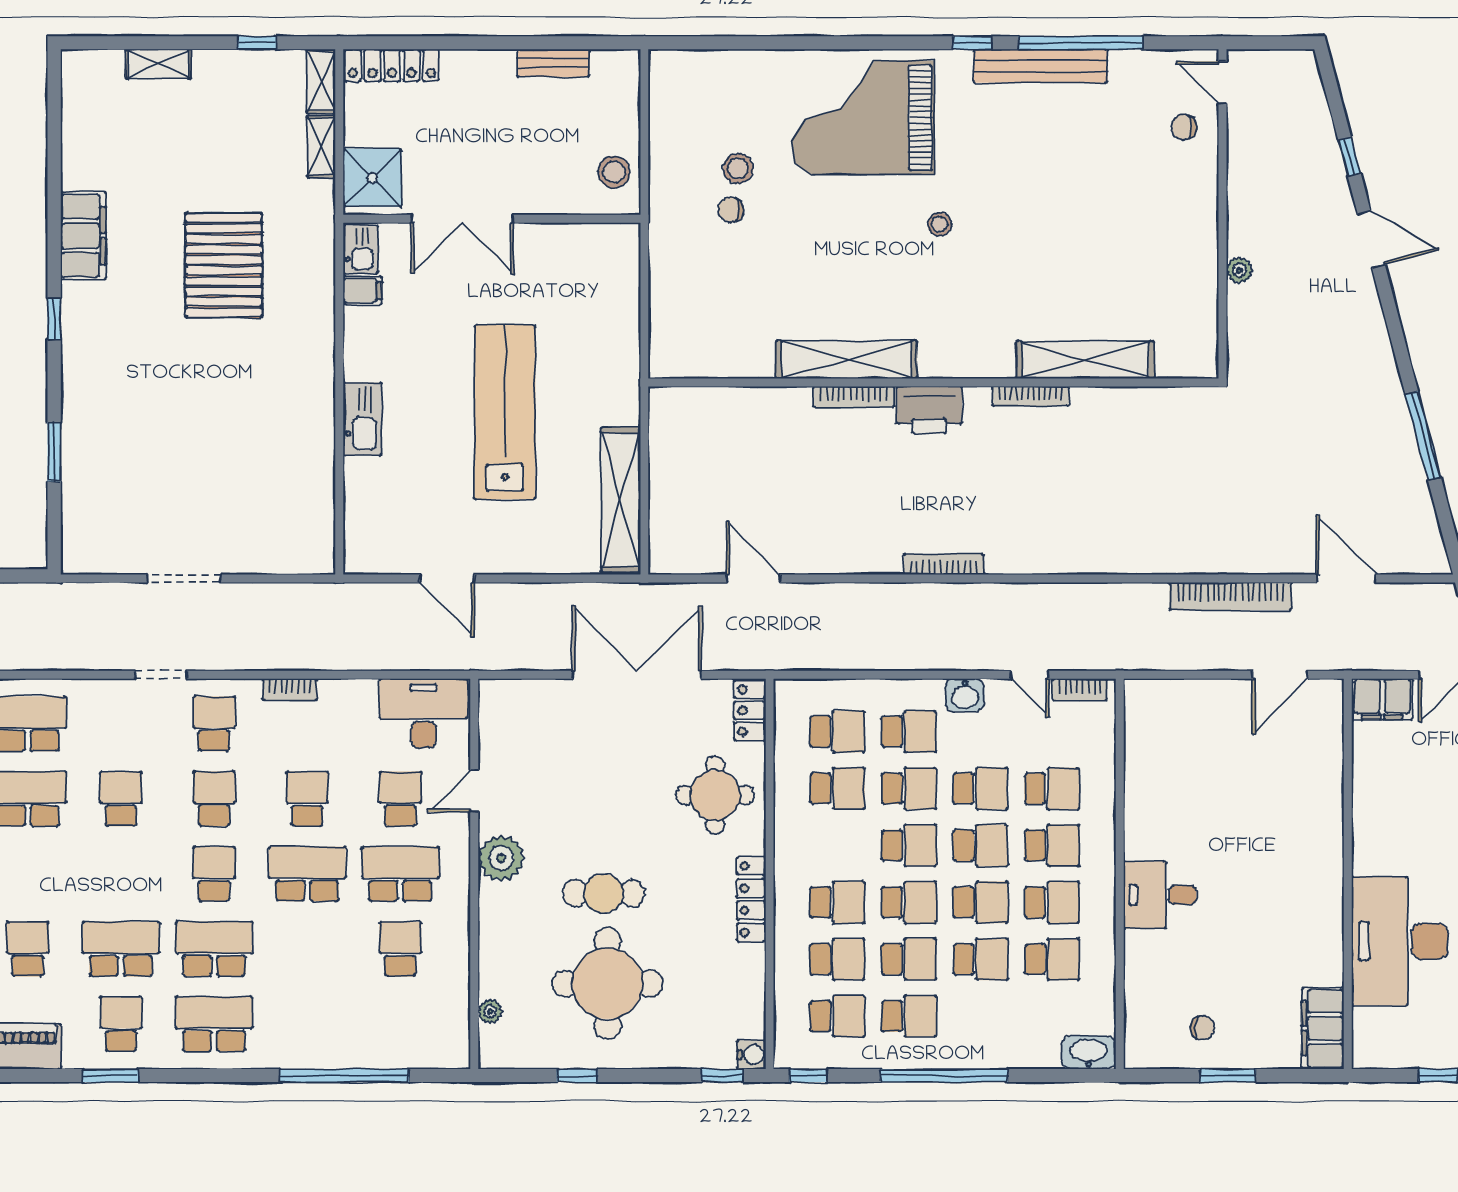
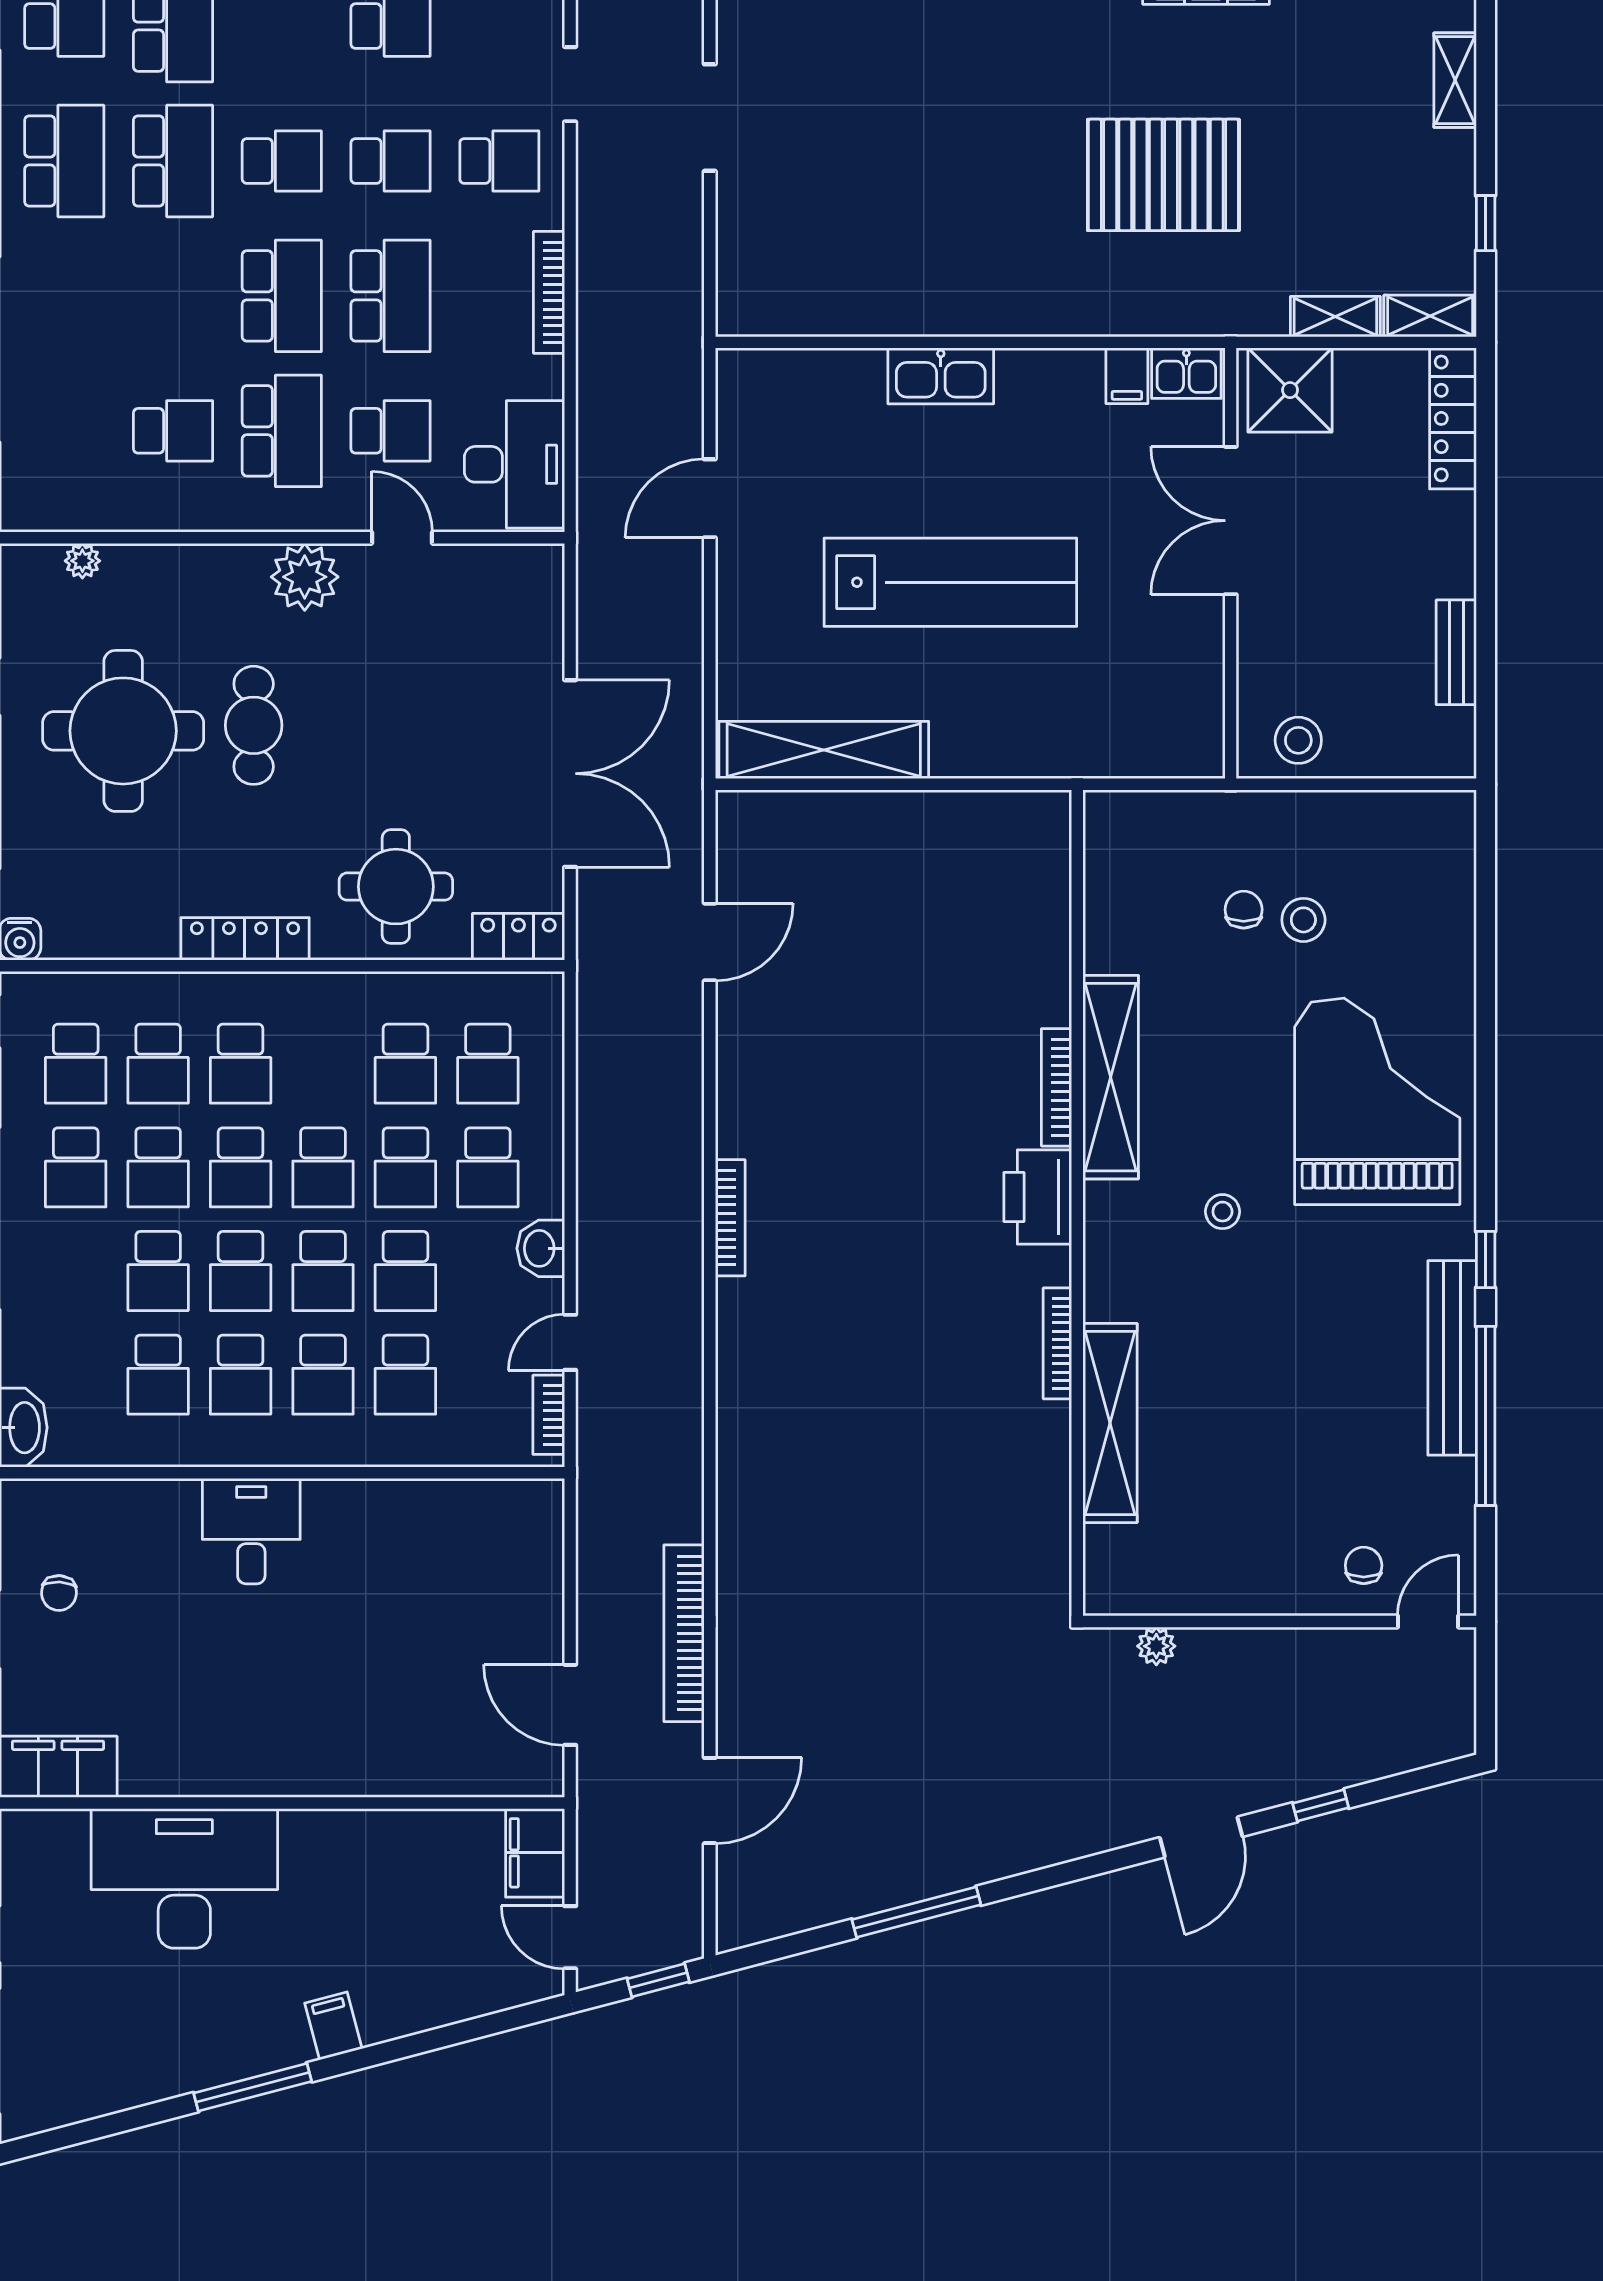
shelving: (847, 360) -> (1111, 1077), moved
shelving: (1085, 360) -> (1110, 1423), moved
wall: (933, 383) -> (1077, 1203), moved
bookcase: (1030, 396) -> (1057, 1343), moved
bookcase: (854, 397) -> (1057, 1087), moved
printer: (929, 410) -> (1038, 1197), moved
bookcase: (290, 689) -> (549, 292), width x1.56
school desk: (307, 799) -> (391, 296), width x1.85

